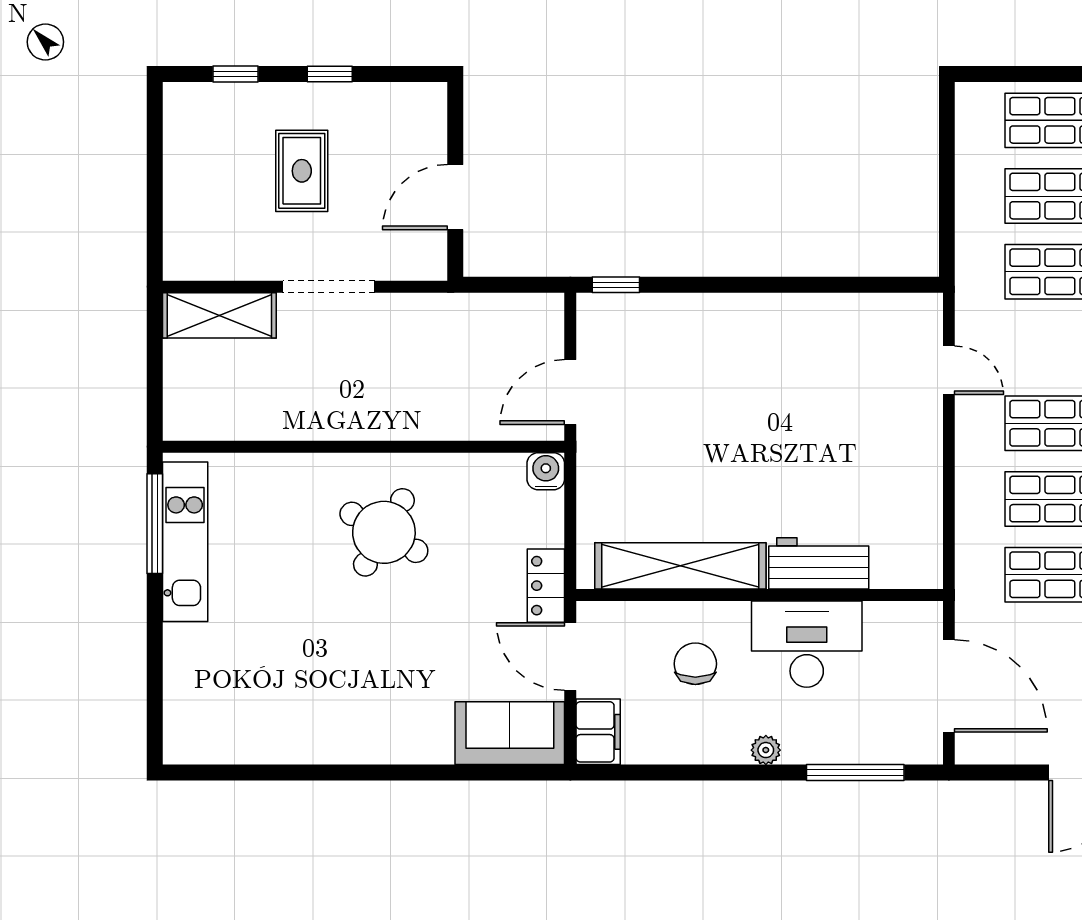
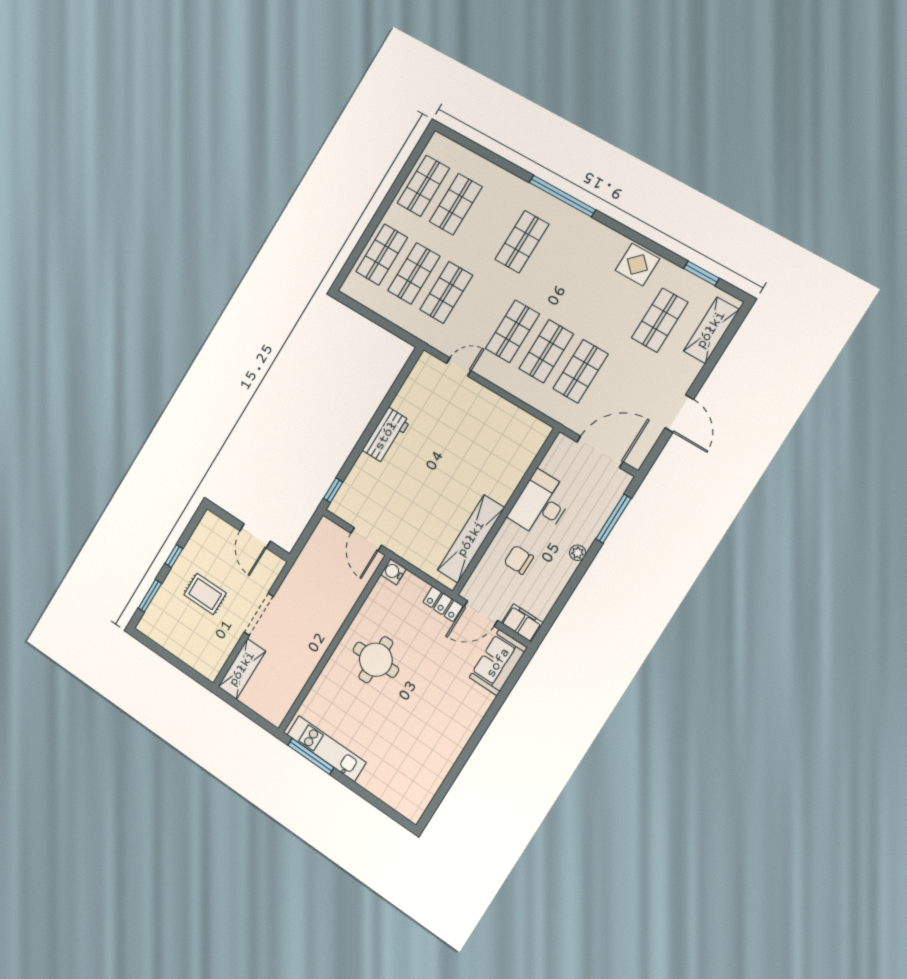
window: (235, 74) -> (150, 596), width x1.50
round table: (384, 532) -> (376, 660), turned -30
workbench: (819, 563) -> (386, 436), moved, turned 180

